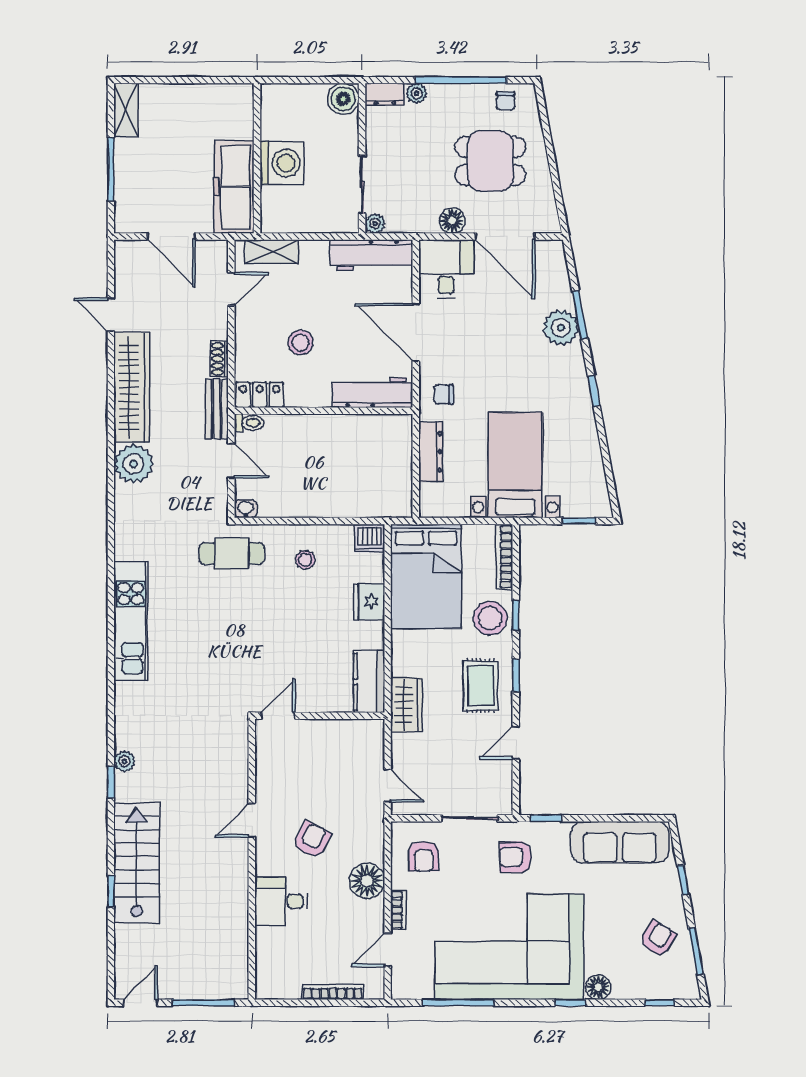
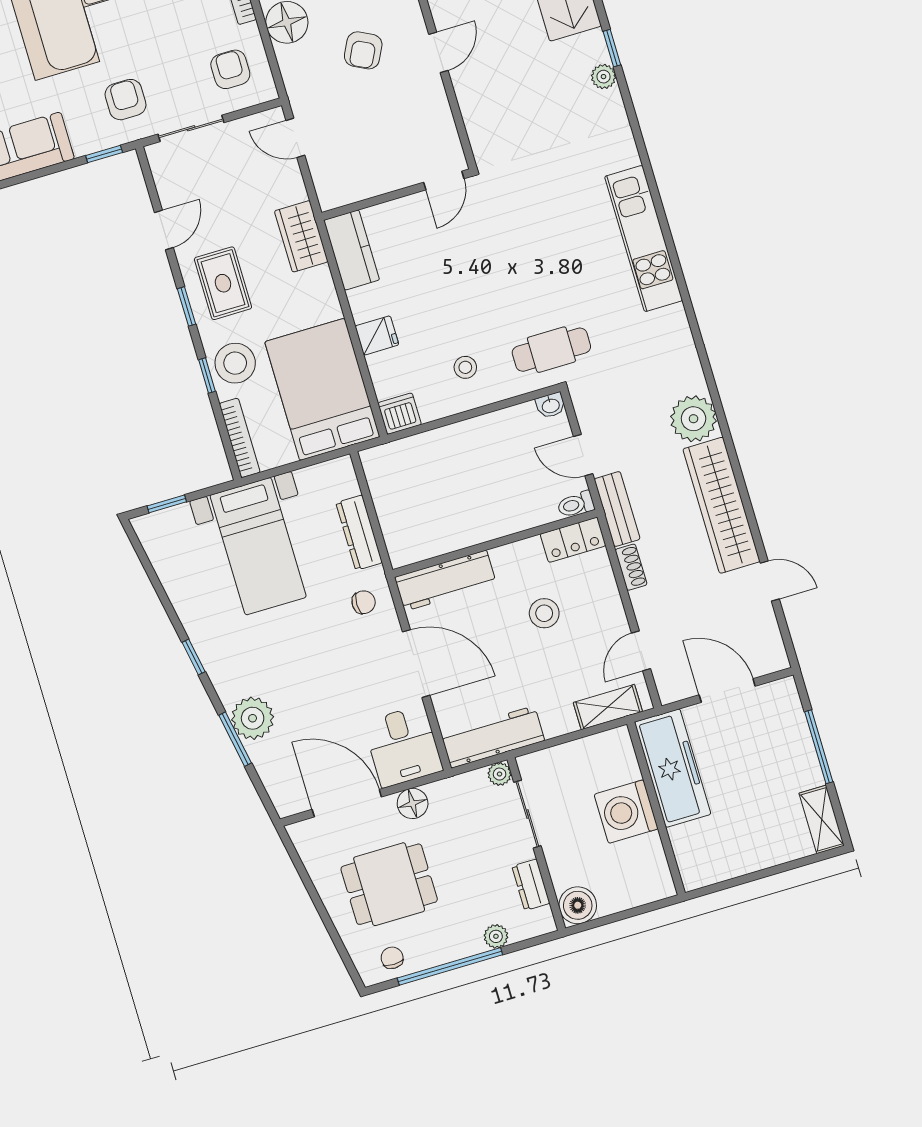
dresser: (385, 94) -> (531, 885), moved, turned -90
fridge: (369, 602) -> (377, 335), width x0.72
armchair: (516, 857) -> (125, 100), turned -90

